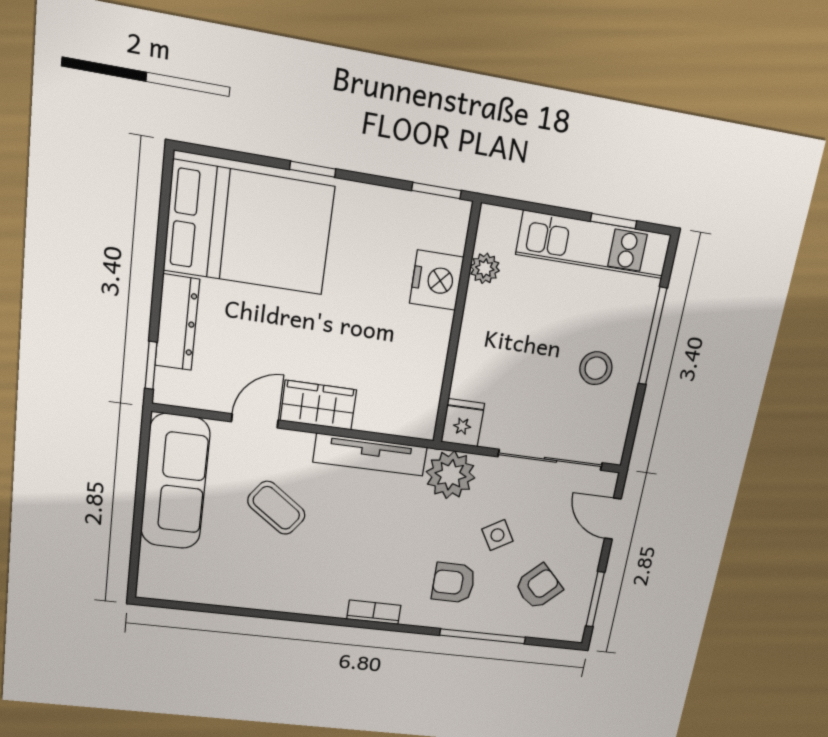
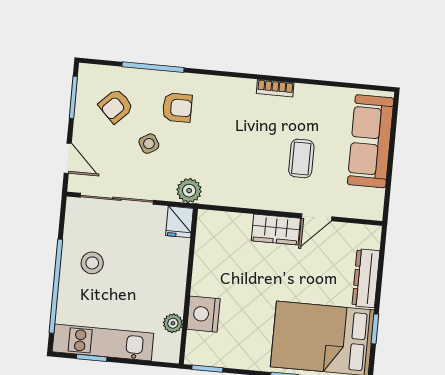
window: (653, 336) -> (56, 286), width x1.46
window: (151, 365) -> (375, 329), moved
tv unit: (370, 455) -> (240, 198), removed
plant: (450, 475) -> (189, 191), width x0.73, depth x0.73
sofa: (175, 482) -> (371, 141), moved
coffee table: (276, 508) -> (301, 158), turned 54
bookcase: (374, 612) -> (275, 88), moved

